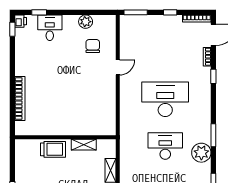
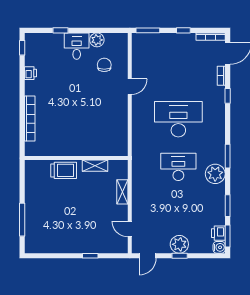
window: (39, 12) -> (60, 30), moved
printer: (21, 21) -> (30, 73), moved
desk: (50, 28) -> (77, 46), moved

